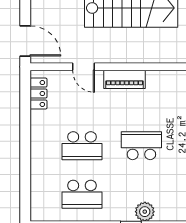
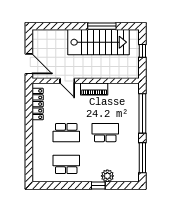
locker: (39, 94) -> (38, 104), width x1.53
school desk: (82, 194) -> (66, 164), turned 180

